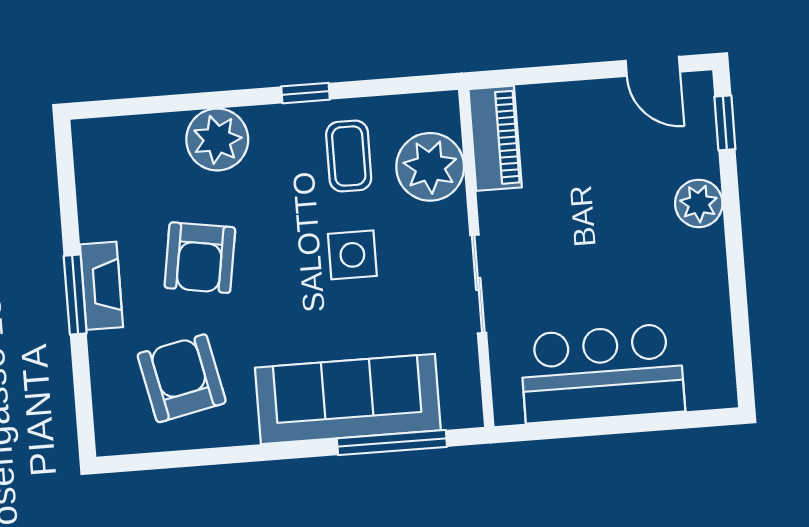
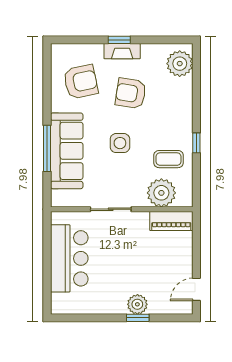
window: (725, 123) -> (138, 318), moved
plant: (217, 139) -> (180, 64), moved
side table: (352, 255) -> (120, 143), moved
window: (75, 295) -> (119, 40), width x0.67
window: (392, 443) -> (47, 148), moved

